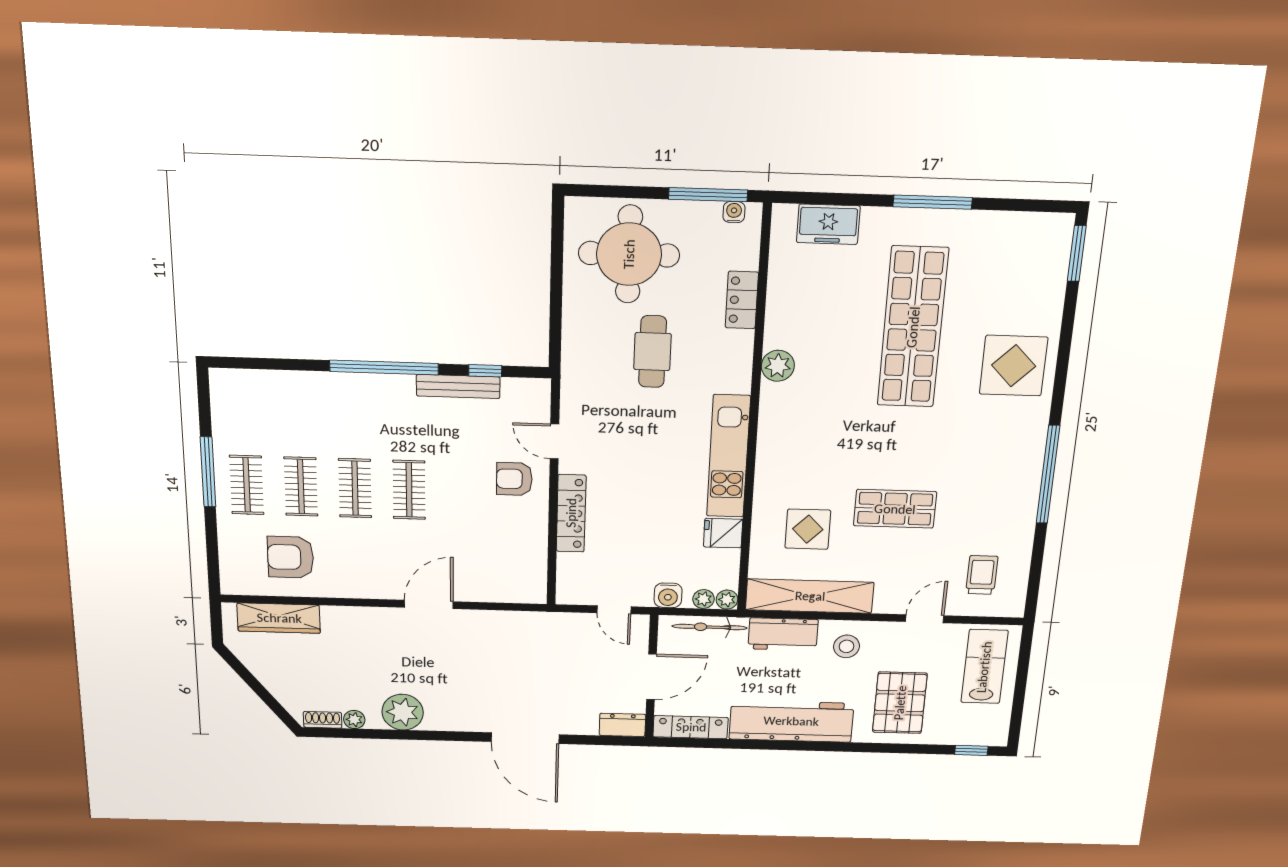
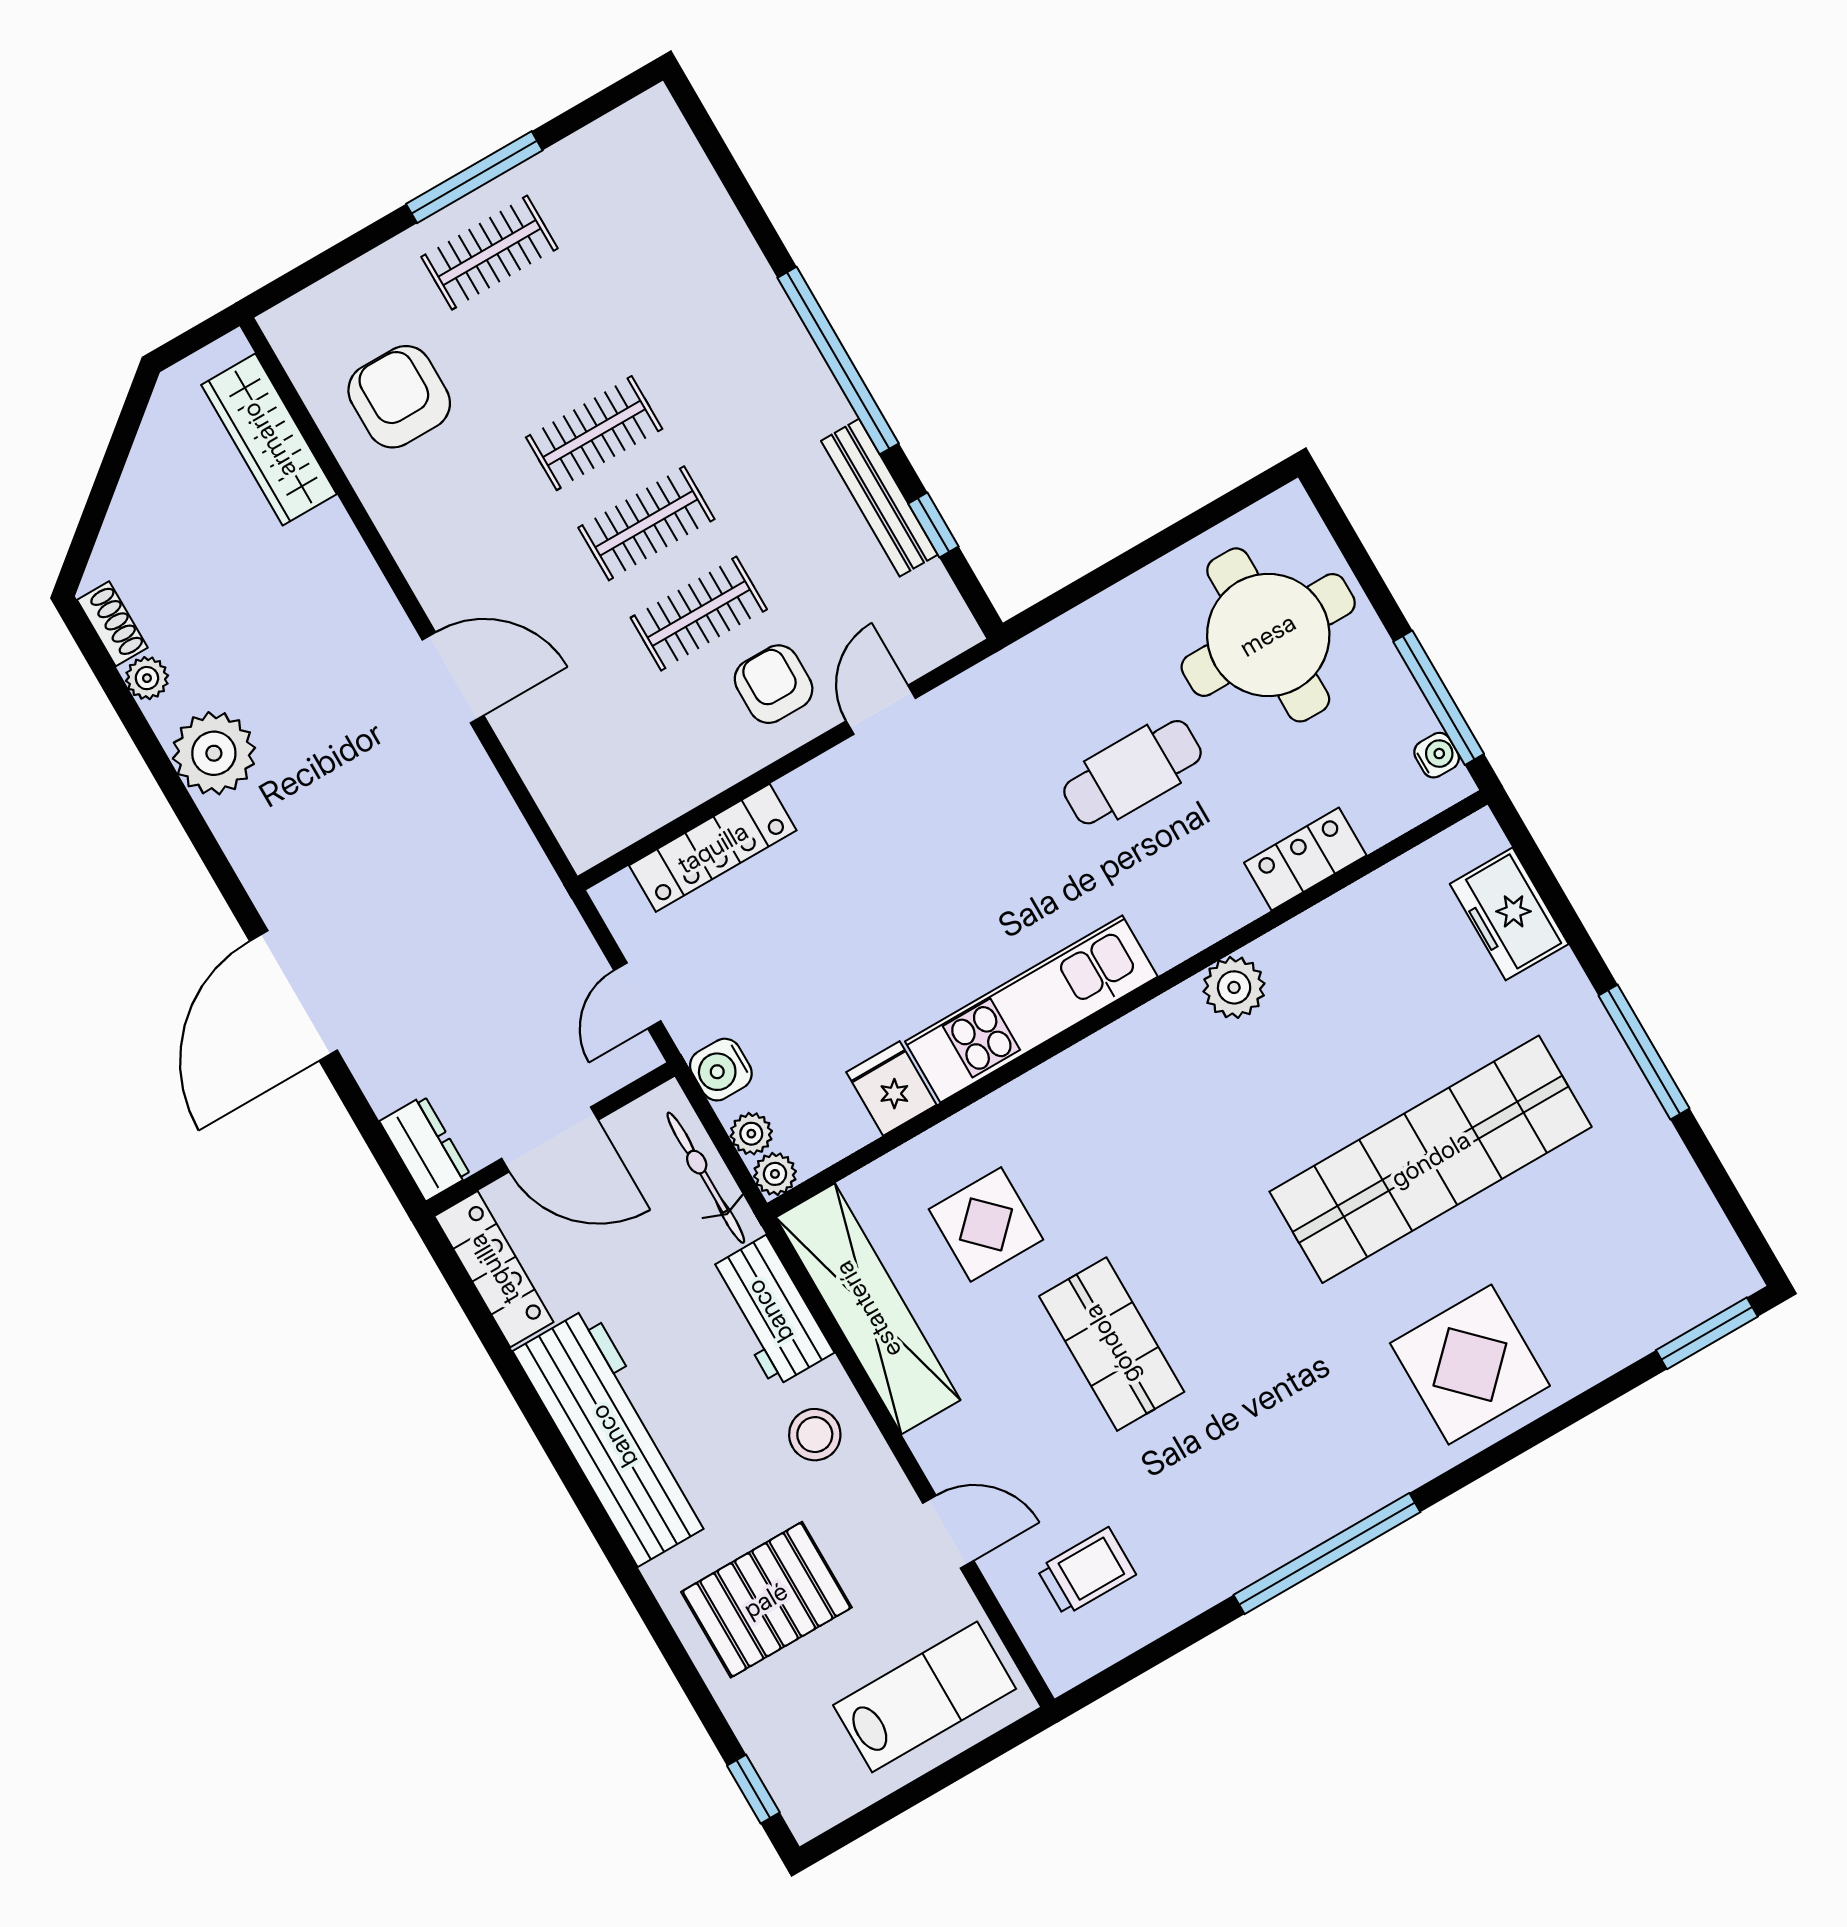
clothes rail: (301, 487) -> (699, 614), moved
locker: (571, 513) -> (713, 848), moved

